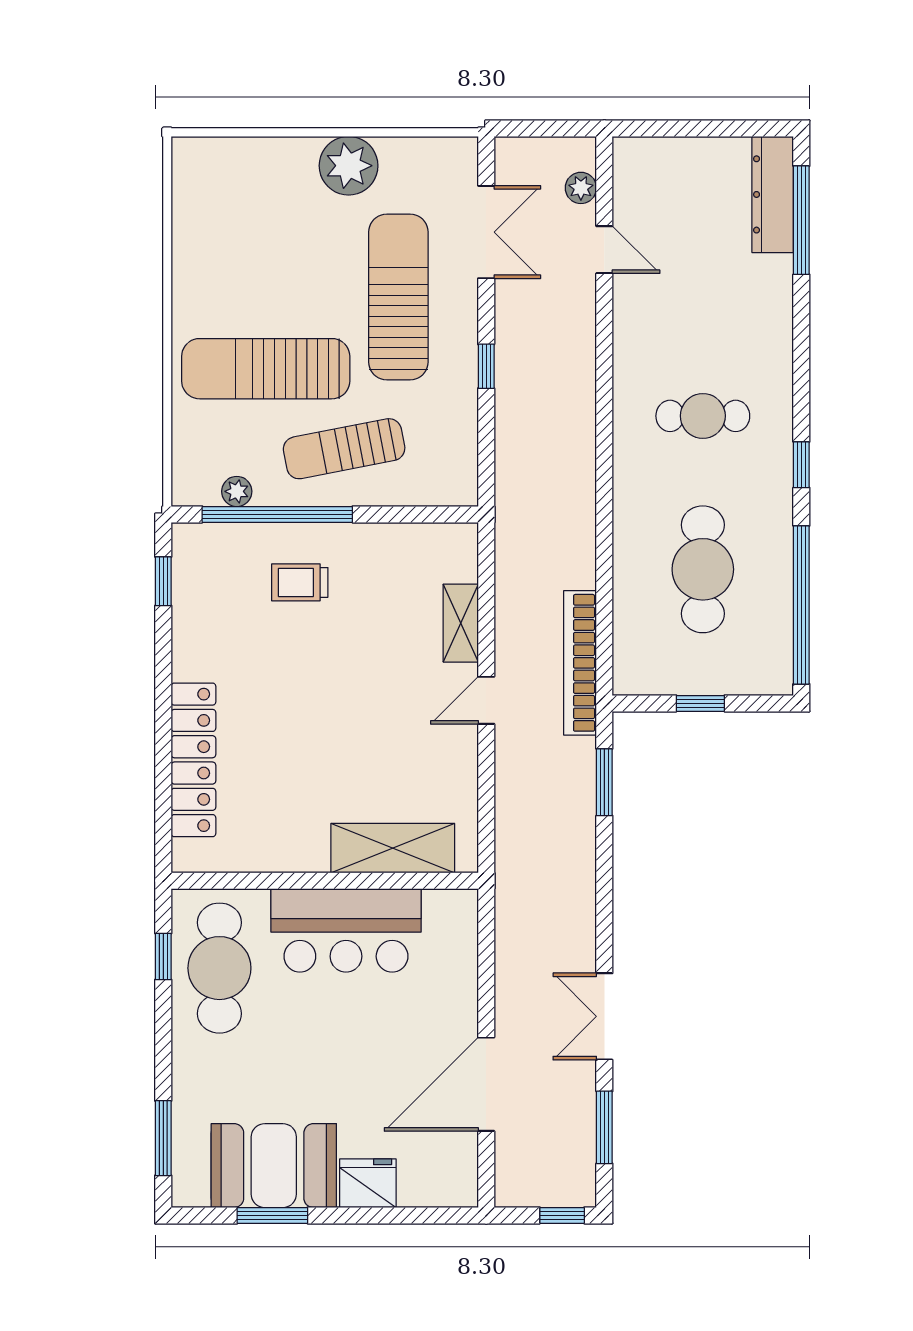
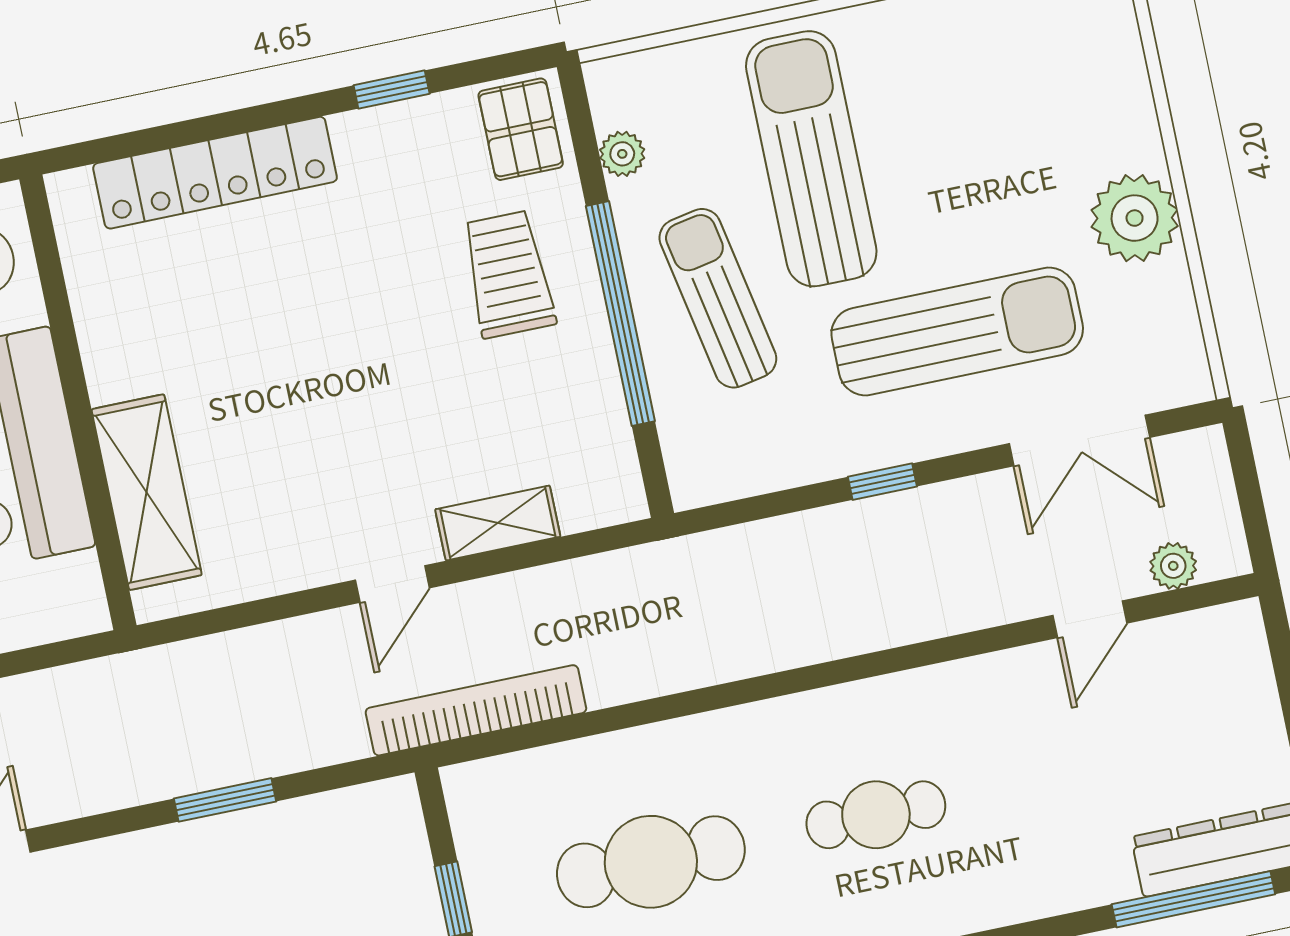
cafe table: (703, 416) -> (876, 815), turned 90
window: (277, 514) -> (620, 314), moved
pallet: (207, 554) -> (521, 129), added
window: (163, 581) -> (392, 90), moved
trolley: (300, 582) -> (508, 274), width x1.36, depth x1.39
door: (486, 700) -> (392, 584), swing flipped
window: (604, 782) -> (225, 800), moved

